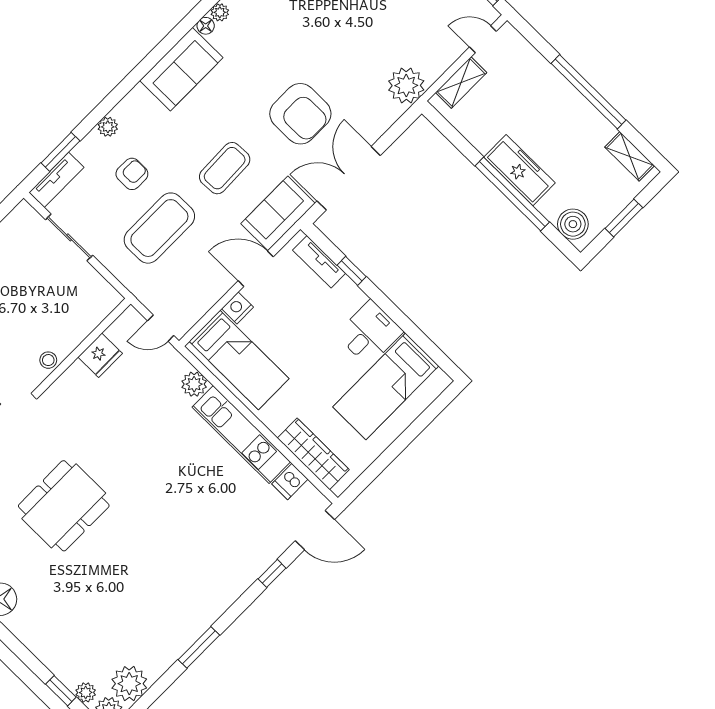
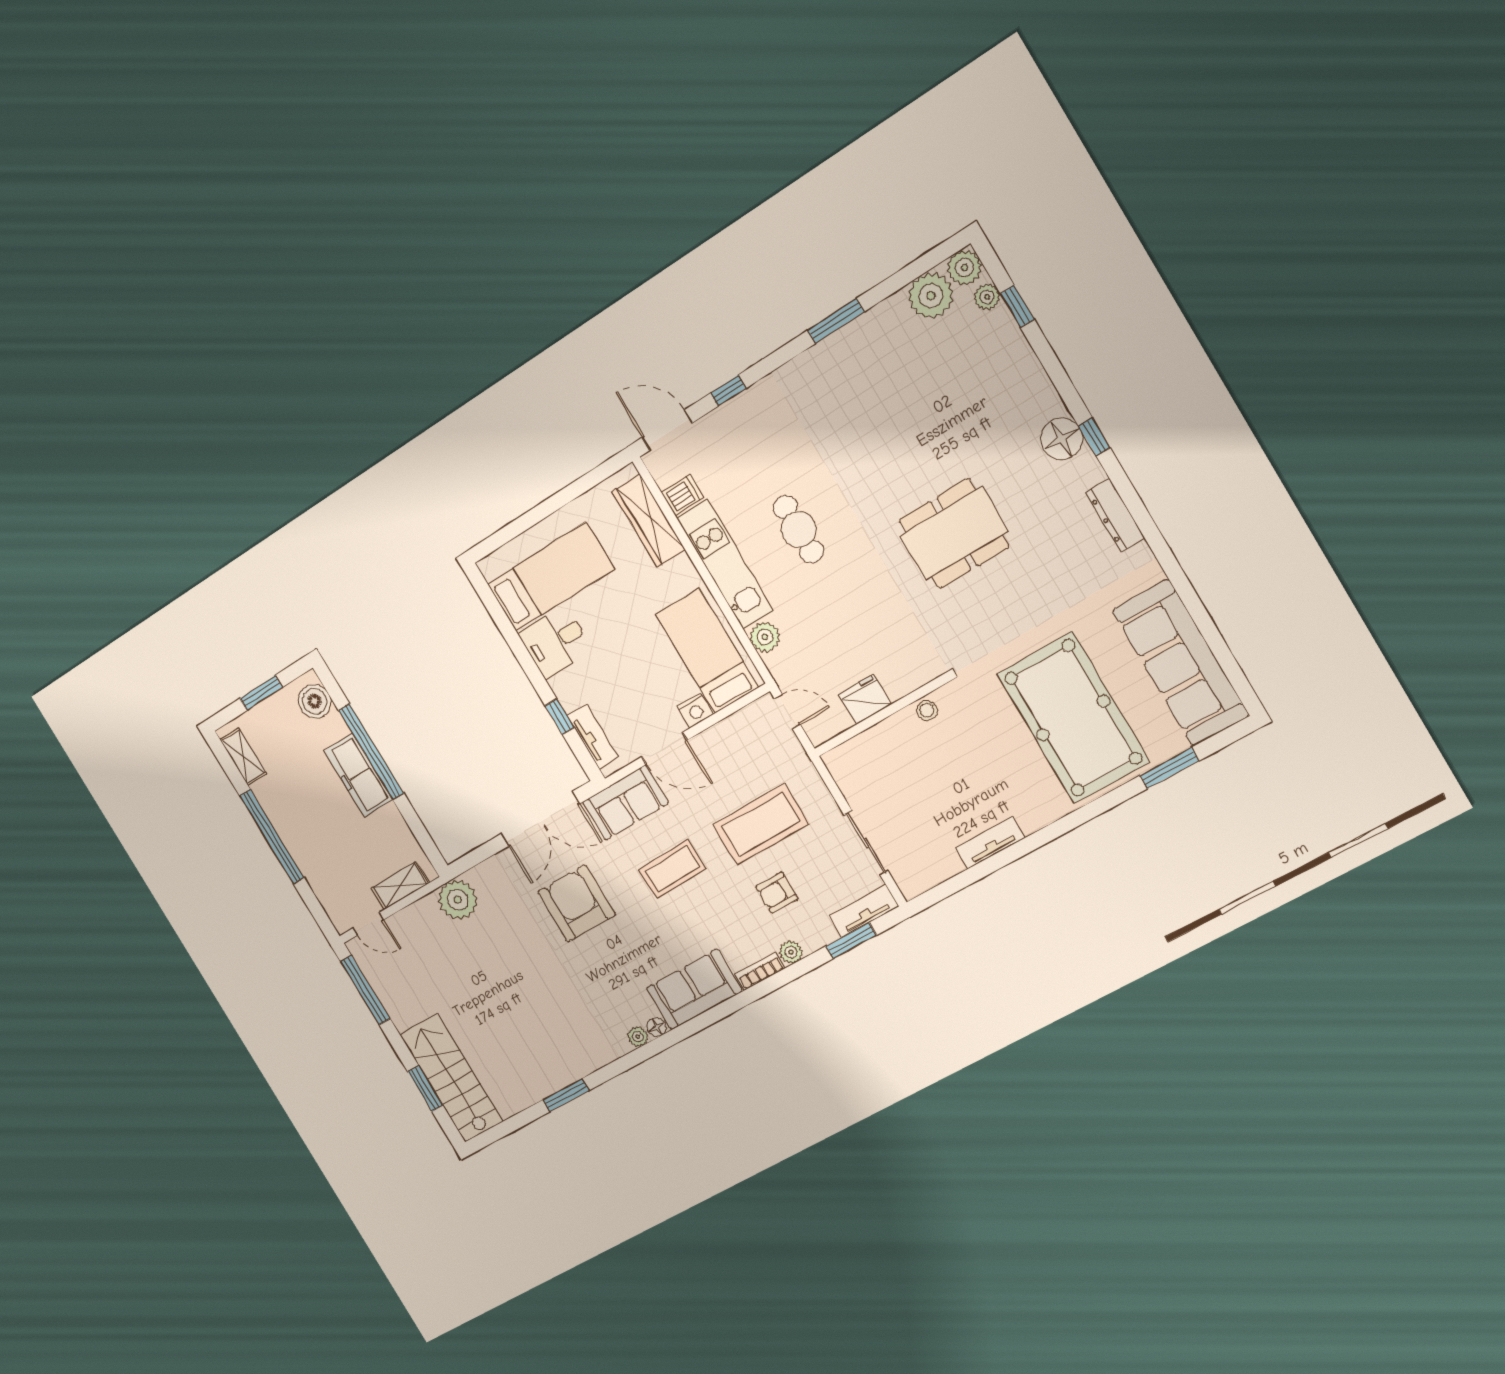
bookcase: (129, 102) -> (760, 971), added
cafe table: (188, 478) -> (798, 529), added

